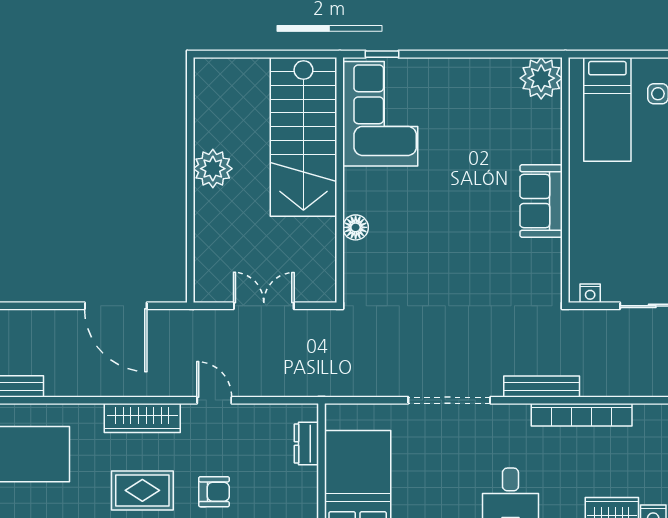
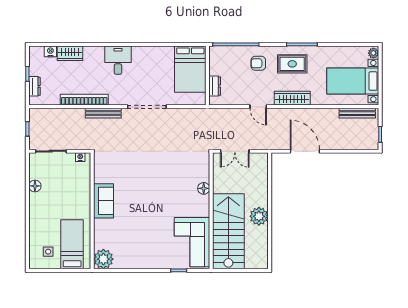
corner sofa: (380, 114) -> (192, 242), moved
stairs: (303, 137) -> (228, 231), moved
wall: (340, 180) -> (211, 211), moved
floor lamp: (356, 227) -> (204, 188), moved

